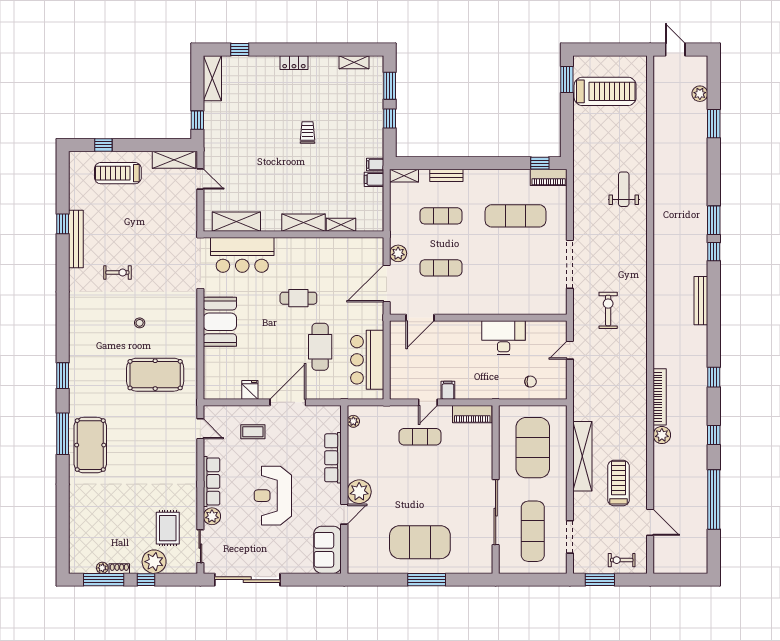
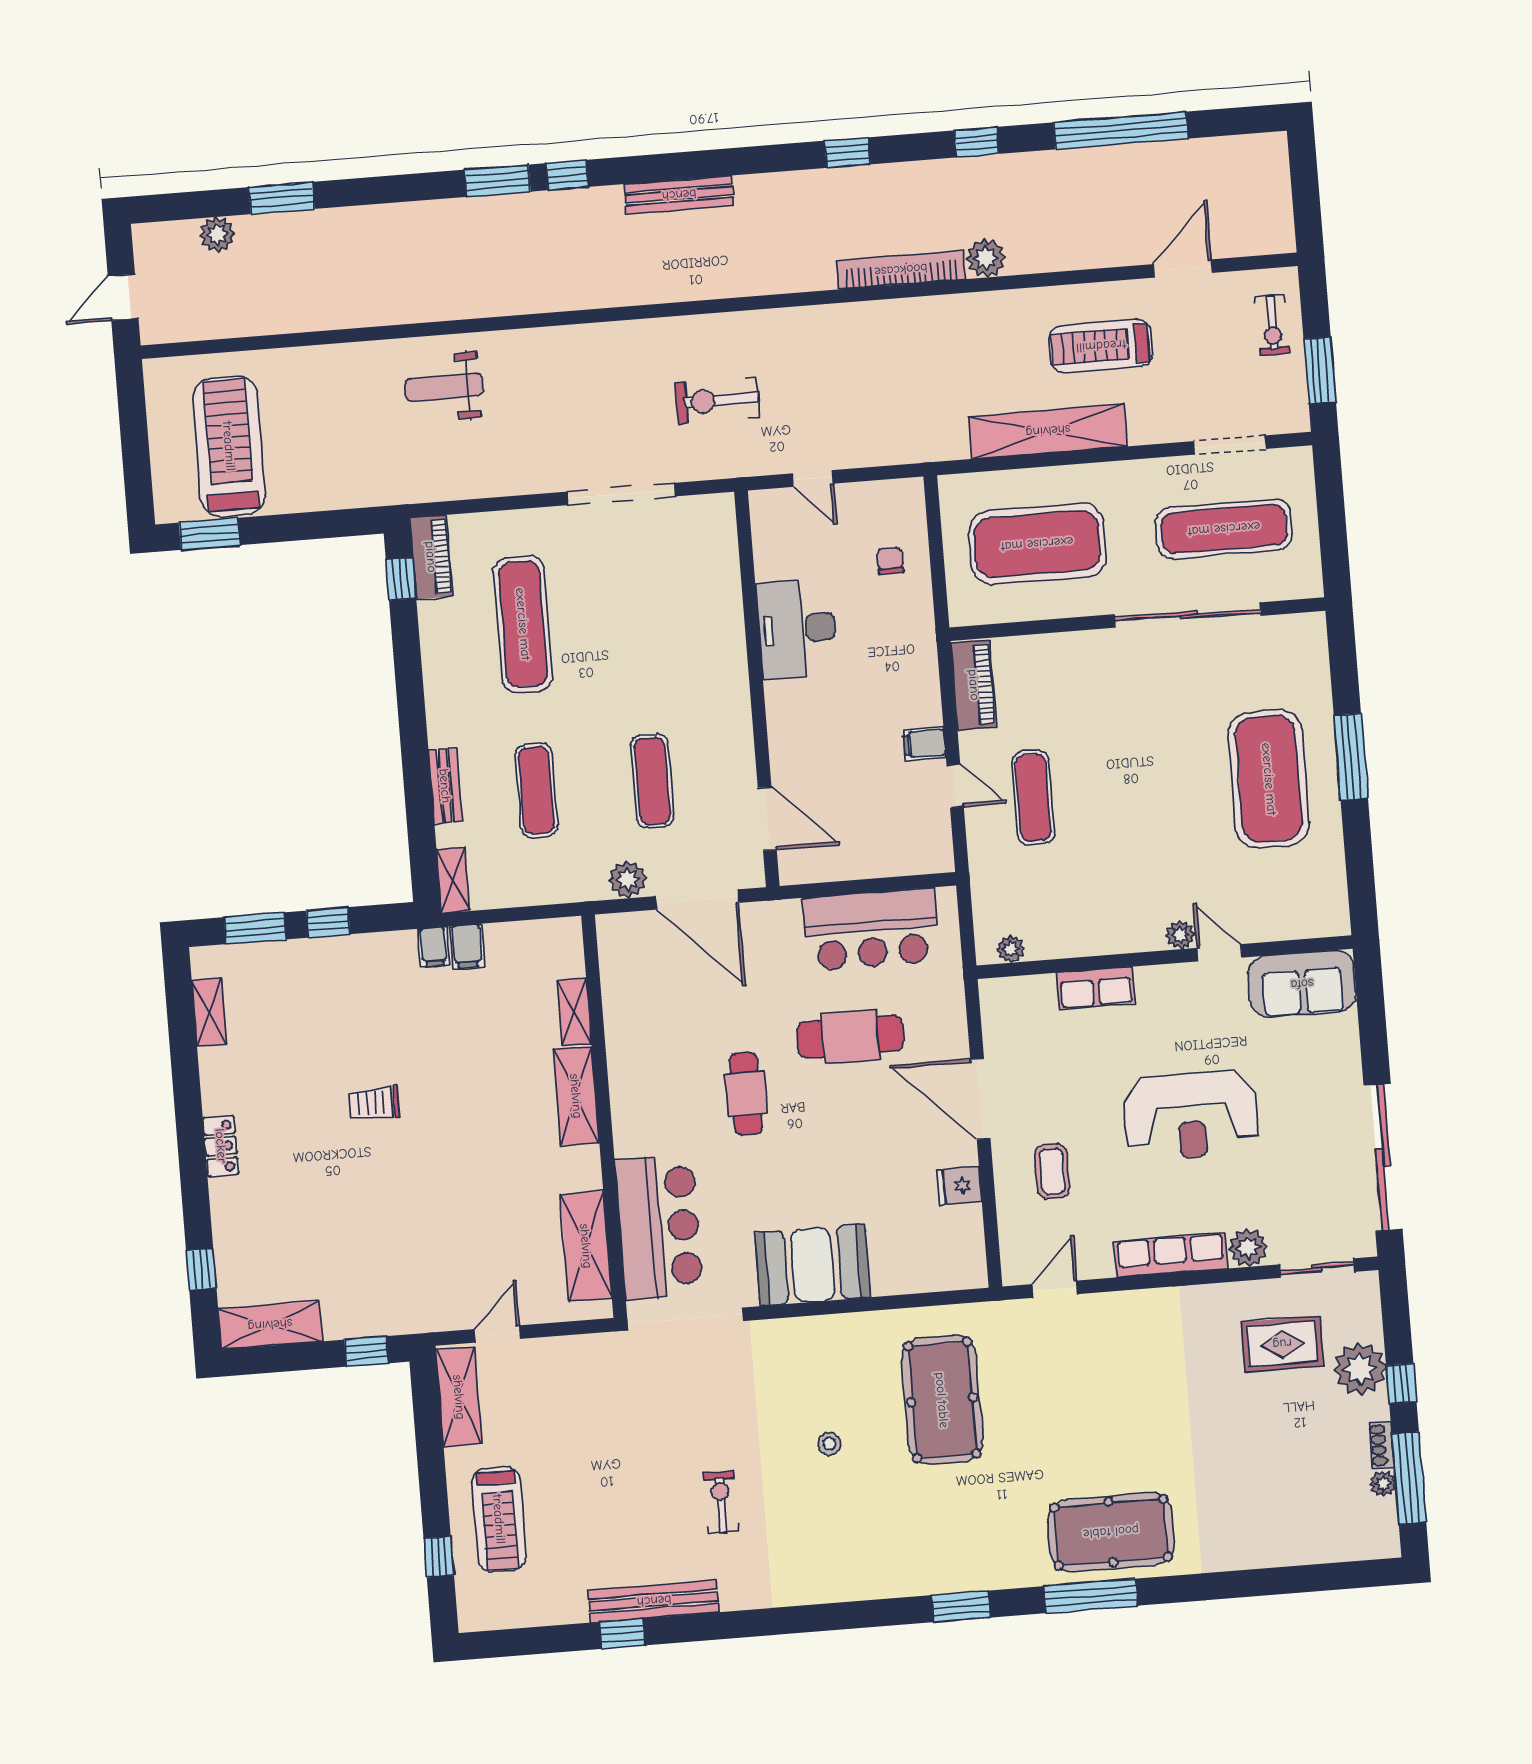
row of seats: (333, 458) -> (1096, 988), width x0.68
plant: (359, 492) -> (1180, 935), width x0.53, depth x0.53

